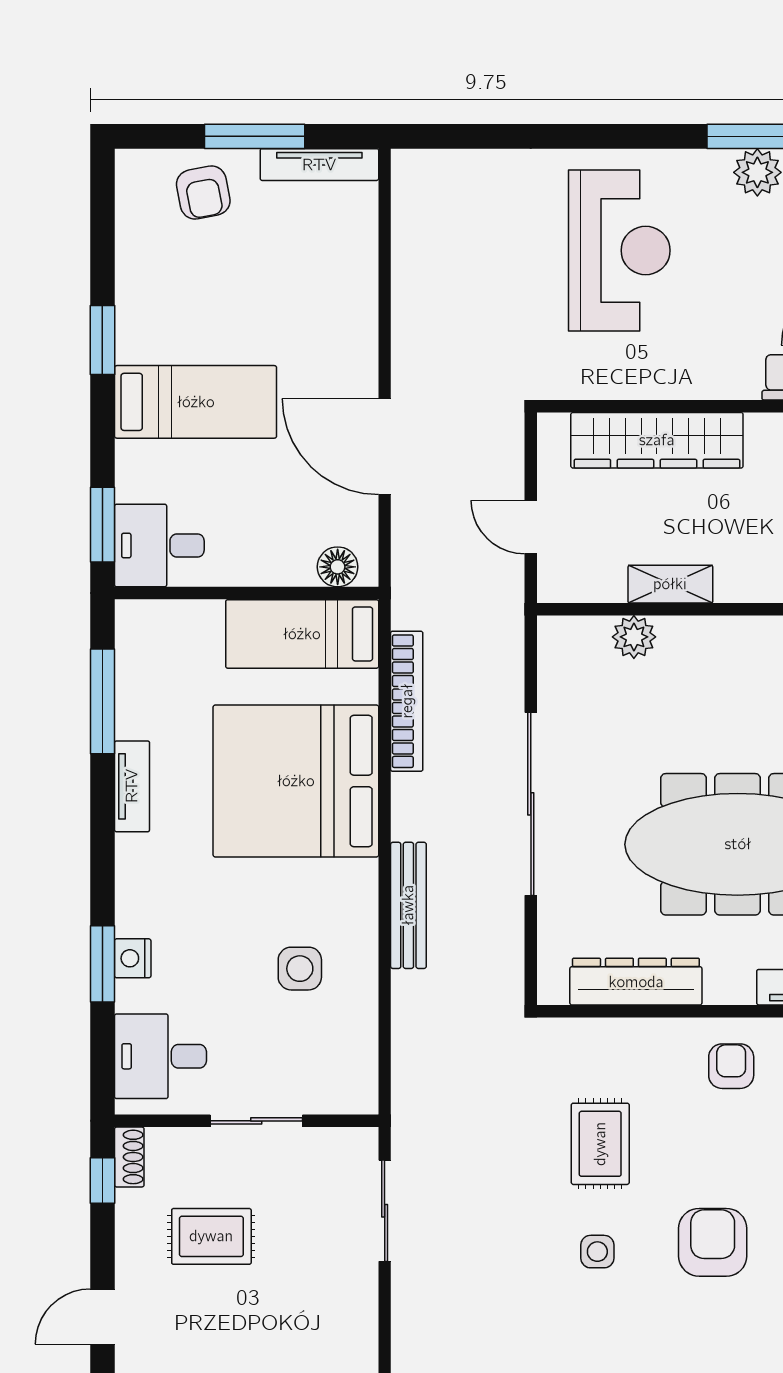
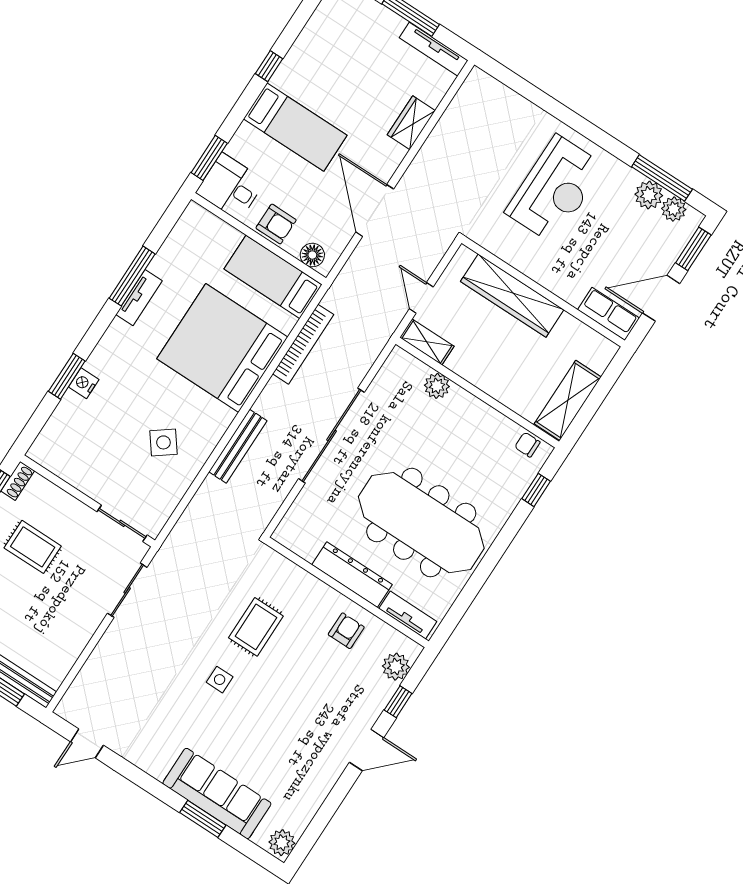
armchair: (203, 192) -> (276, 224), moved, turned -79
wardrobe: (356, 289) -> (411, 123), added
window: (102, 340) -> (269, 66), width x0.67
shelving: (670, 584) -> (427, 342), moved
window: (102, 701) -> (132, 276), moved
side table: (300, 969) -> (163, 442), turned -37
dresser: (636, 982) -> (352, 575), moved
desk: (160, 1056) -> (66, 441), removed
sliding door: (256, 1121) -> (122, 523), moved
armchair: (713, 1242) -> (280, 712), removed

